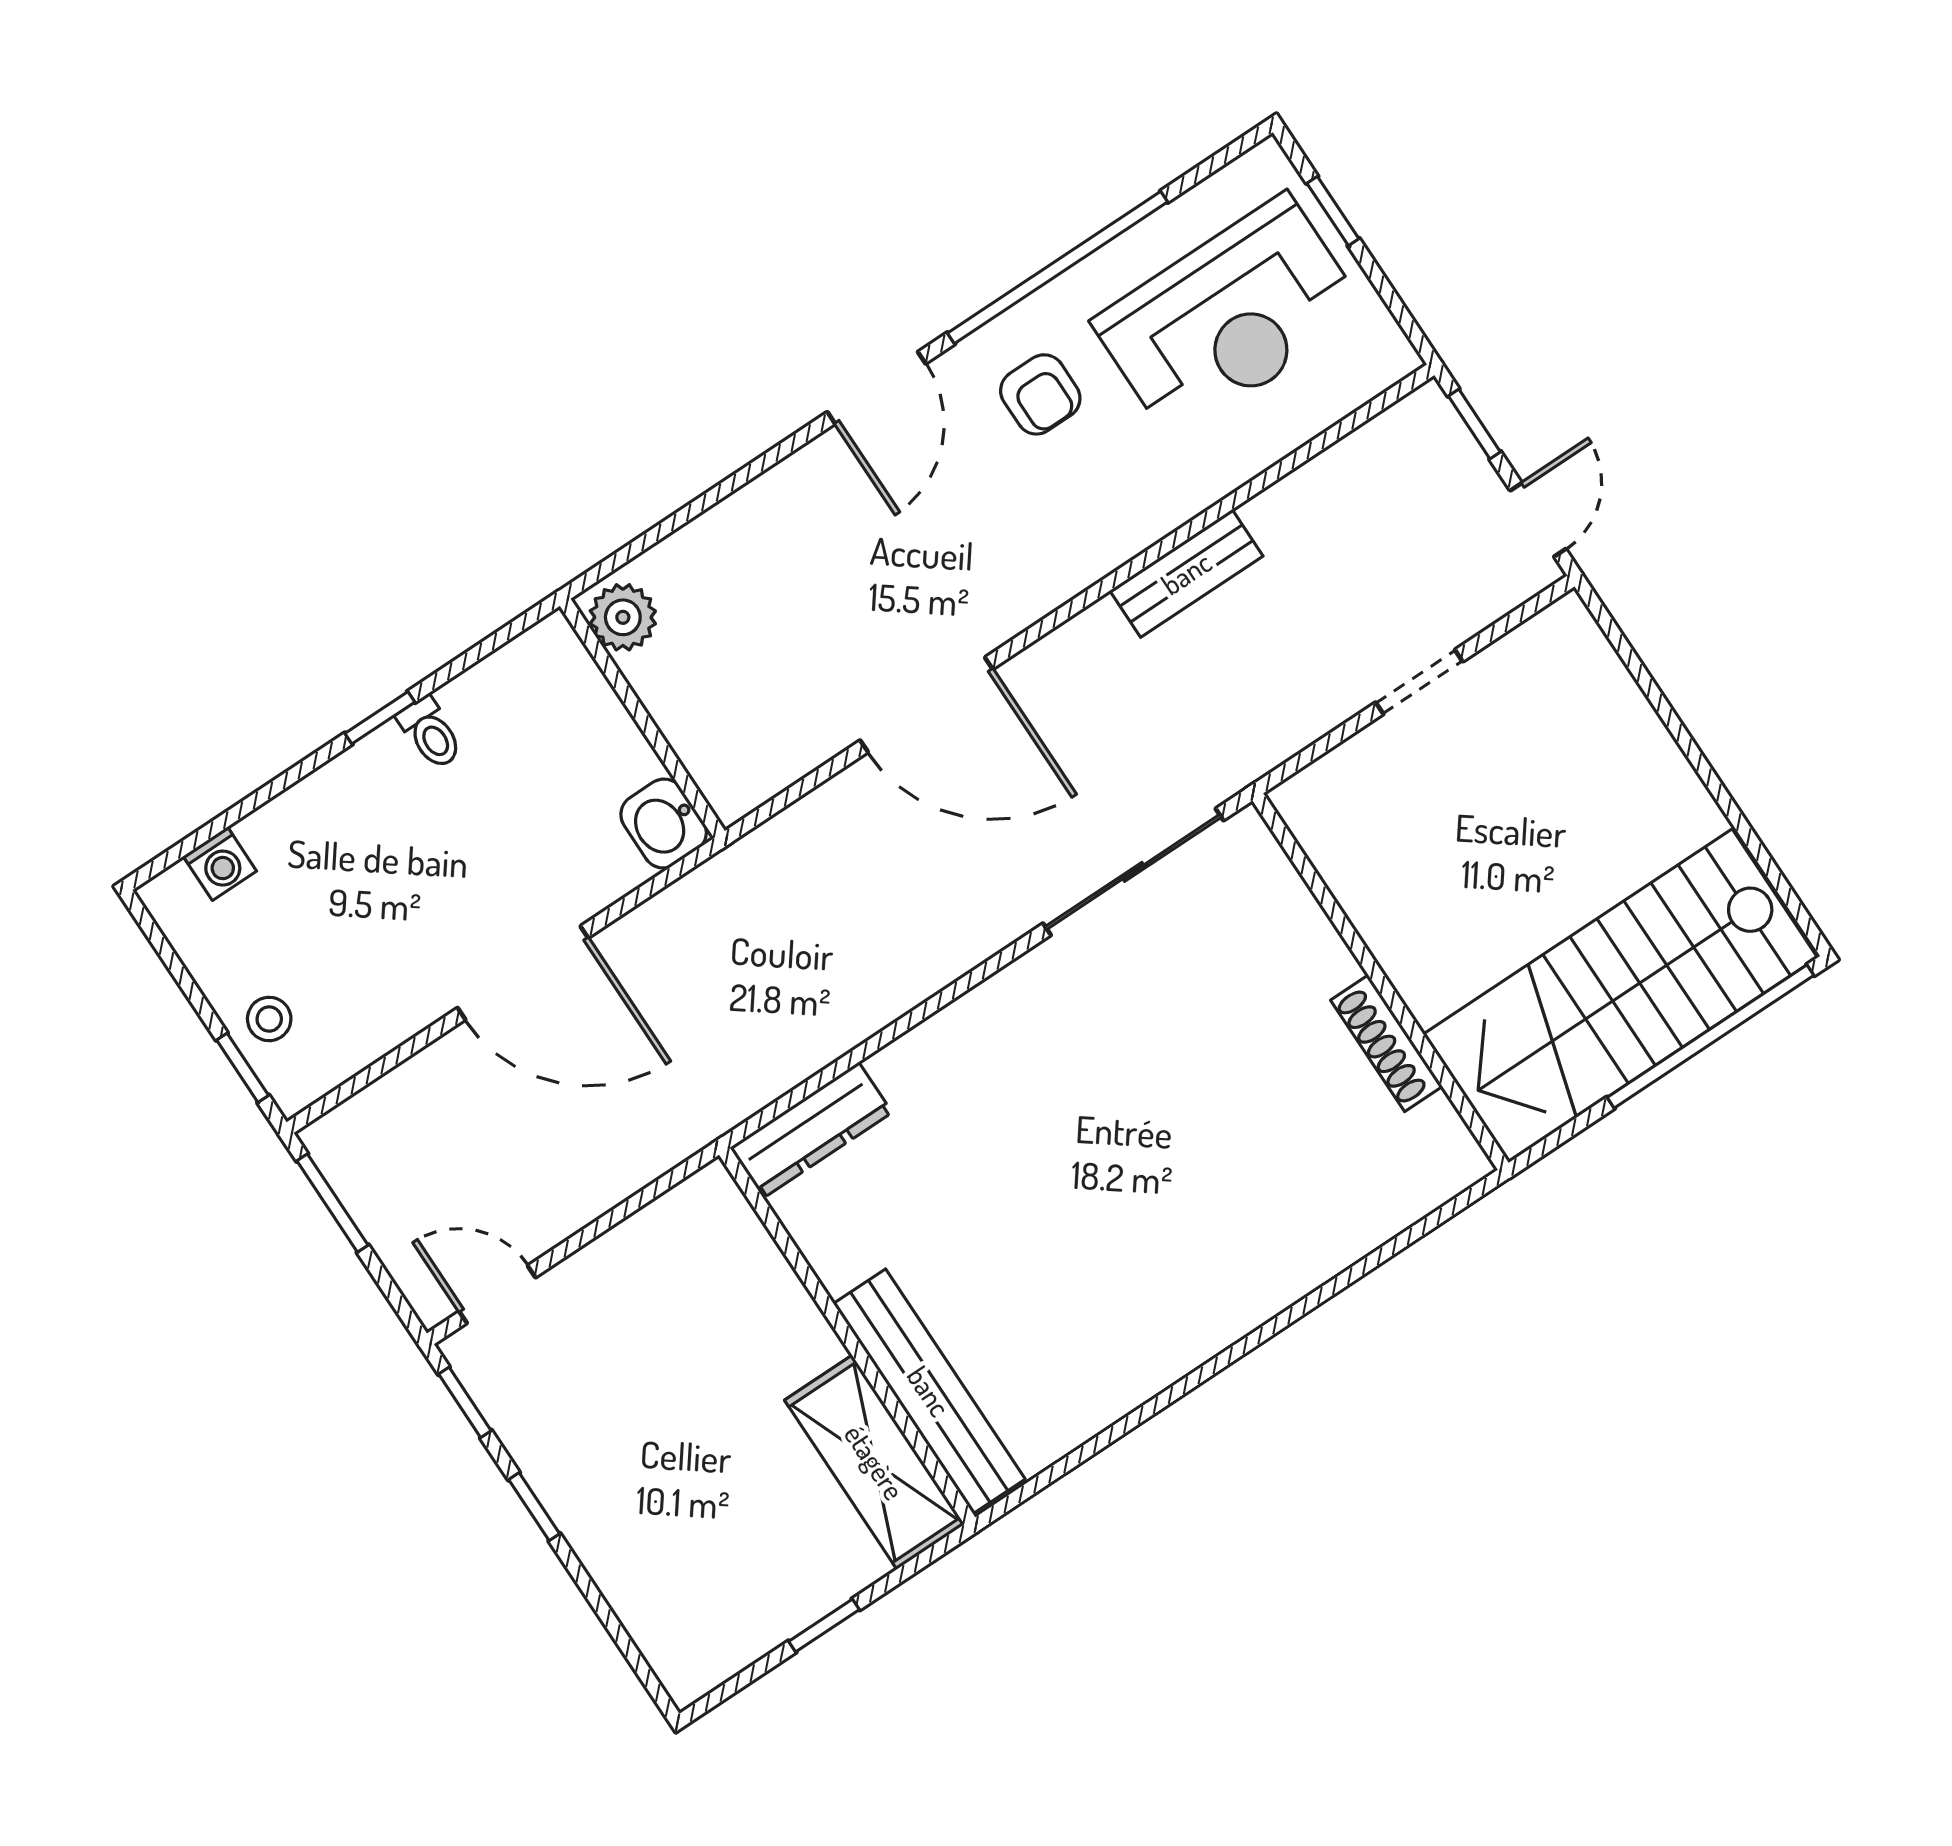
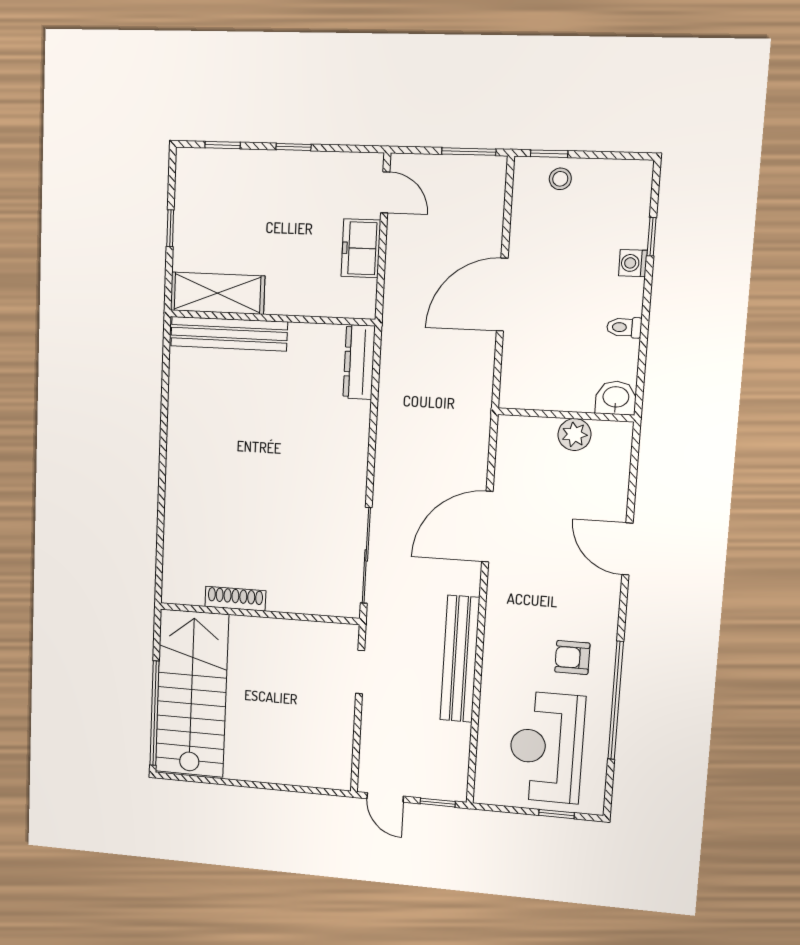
door: (876, 388) -> (627, 549), moved
bench: (1186, 573) -> (460, 659), width x1.86, depth x1.21
plant: (623, 617) -> (575, 435), moved
doorway: (1419, 682) -> (360, 672), moved
window: (380, 718) -> (652, 237), moved
washbasin: (664, 823) -> (616, 398), moved
washing machine: (220, 864) -> (633, 263), moved
freezer: (619, 1268) -> (361, 248), added
door: (497, 1294) -> (385, 192), hinge flipped
window: (465, 1402) -> (223, 145), moved

